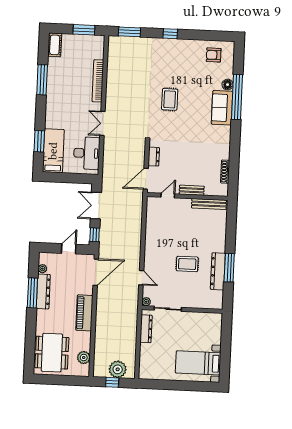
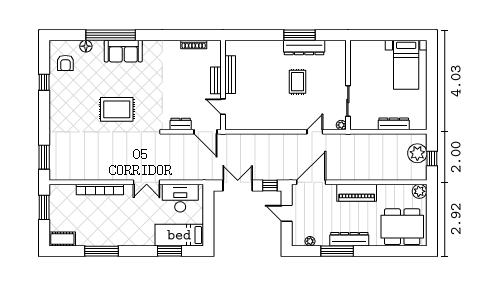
window: (170, 34) -> (44, 82), moved
floor lamp: (228, 85) -> (86, 46), moved
rug: (170, 99) -> (117, 109), width x1.36, depth x1.43
bench: (209, 204) -> (230, 75), moved
double door: (96, 206) -> (238, 185), swing flipped
door: (96, 272) -> (311, 182), hinge flipped
dresser: (43, 291) -> (349, 239), moved
dresser: (146, 329) -> (394, 124), moved
plant: (84, 358) -> (419, 191), moved

